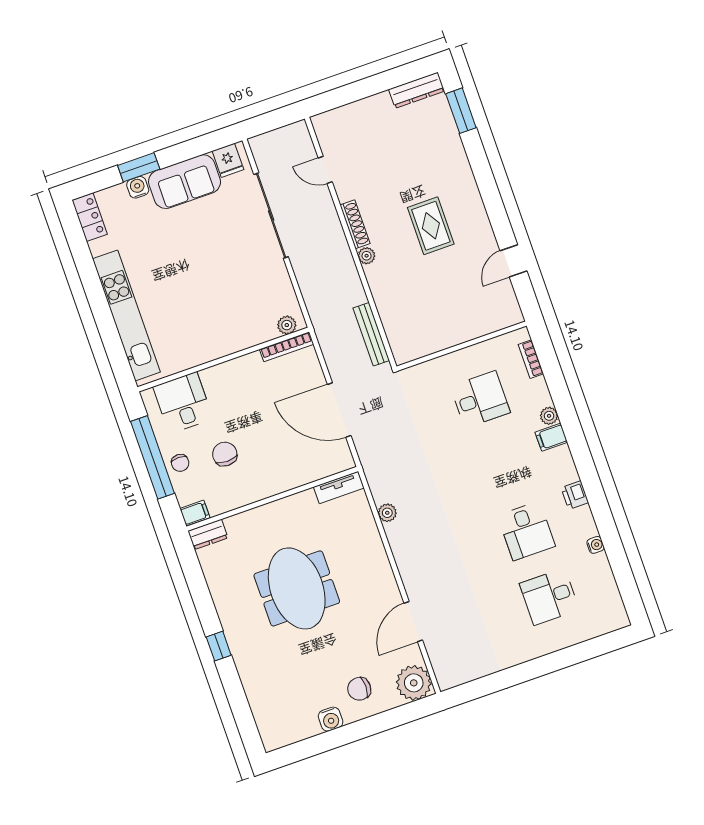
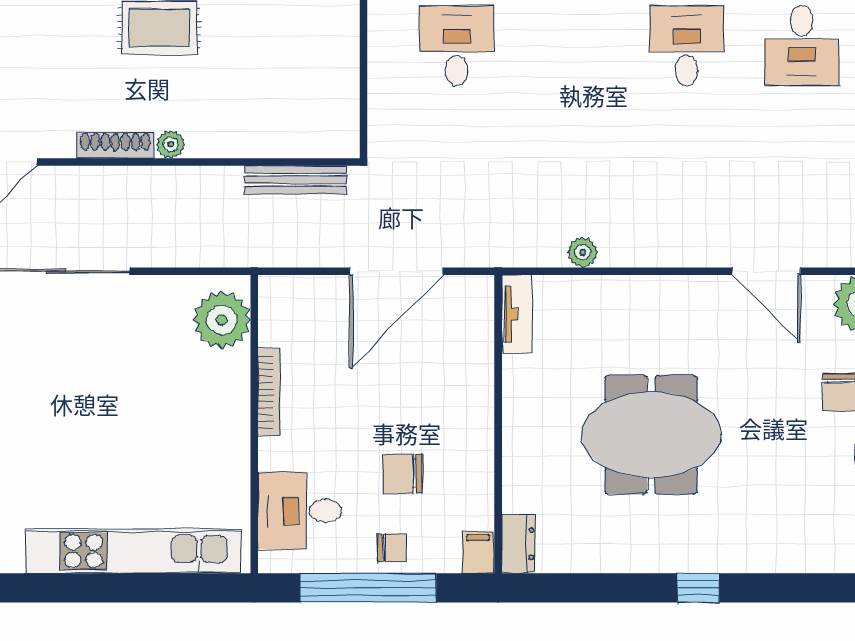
plant: (287, 325) -> (222, 320), width x1.87, depth x1.87
bookcase: (287, 347) -> (269, 392), moved
desk: (526, 531) -> (687, 46), turned -90

